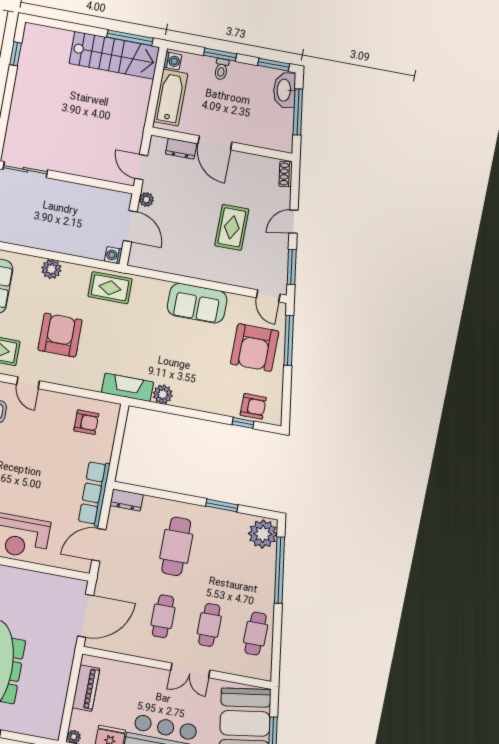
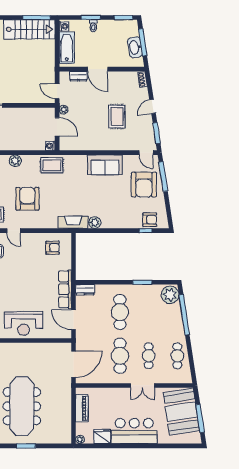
washbasin: (284, 90) -> (135, 47), moved
door: (99, 545) -> (74, 320), hinge flipped
cafe table: (163, 616) -> (120, 356), width x1.37, depth x1.35

